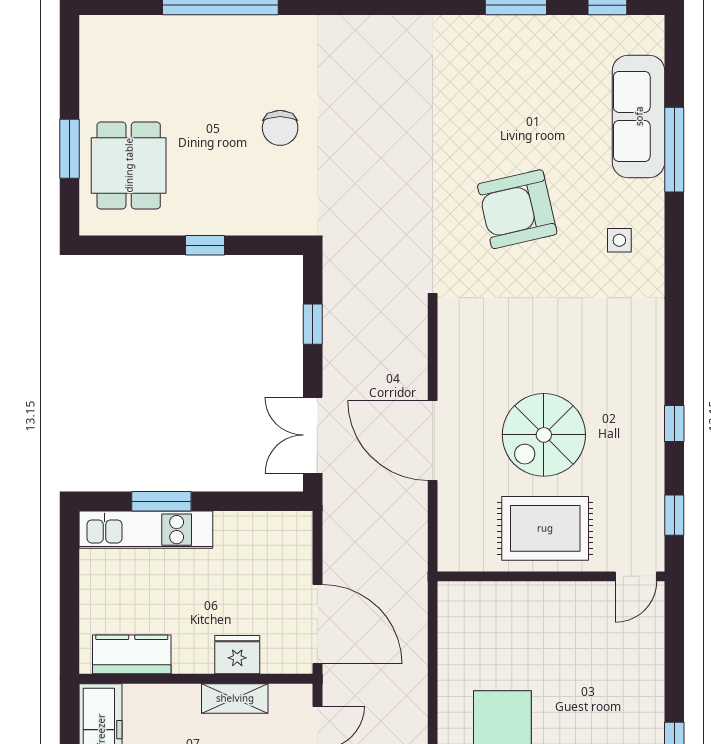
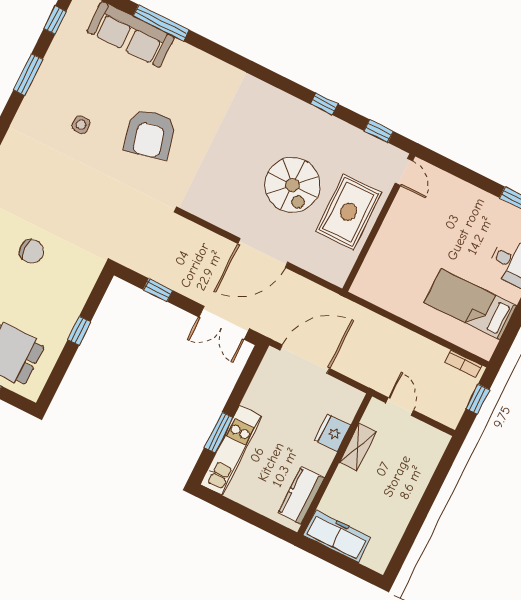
side table: (619, 240) -> (81, 125), moved
door: (317, 624) -> (305, 359), moved

